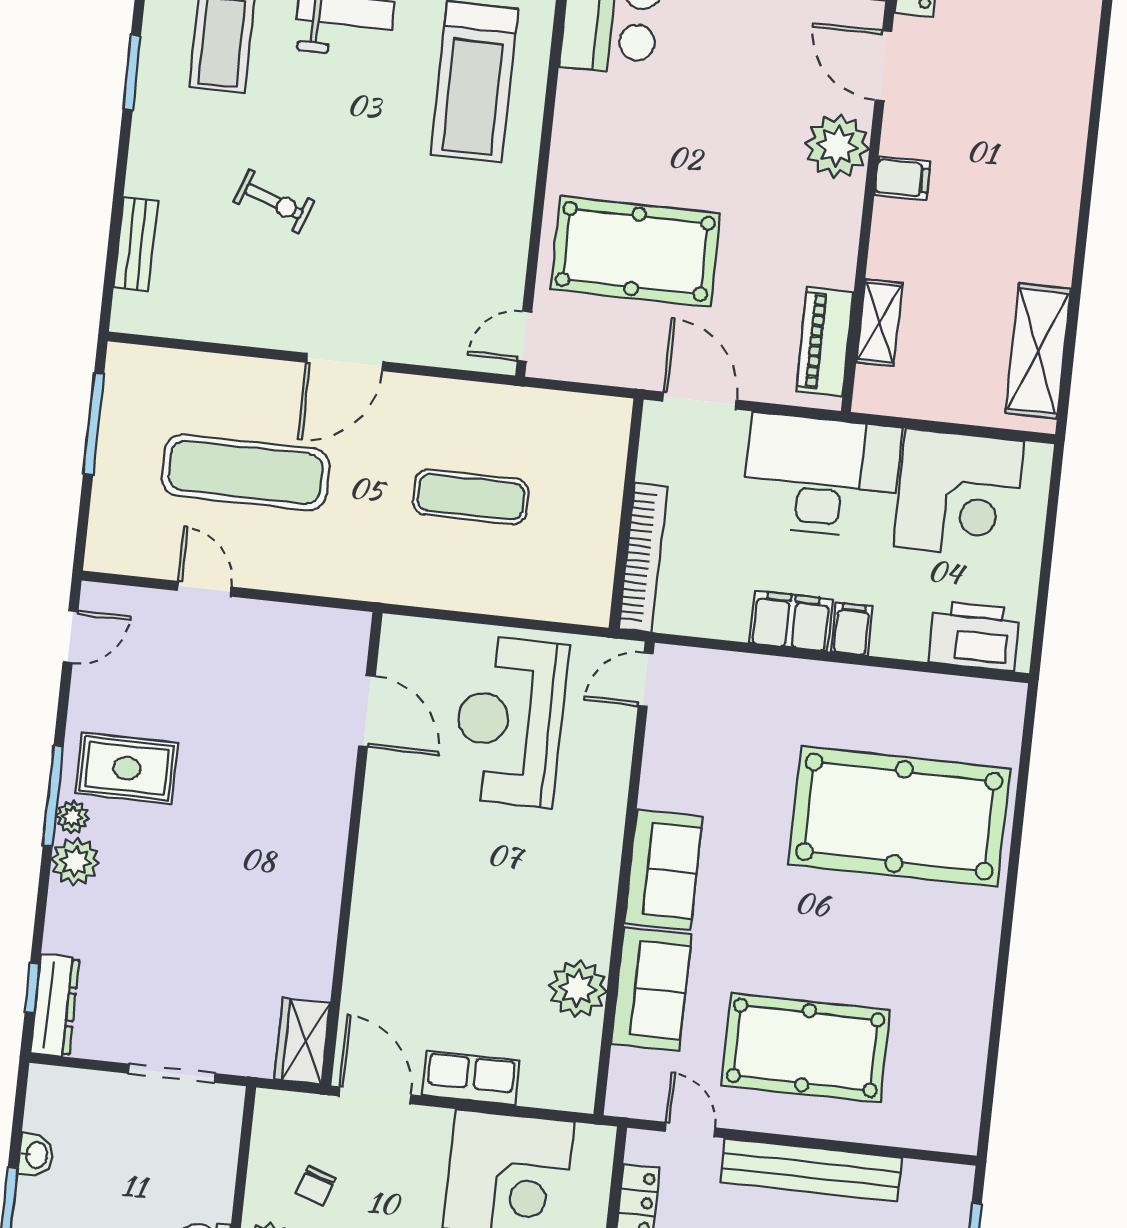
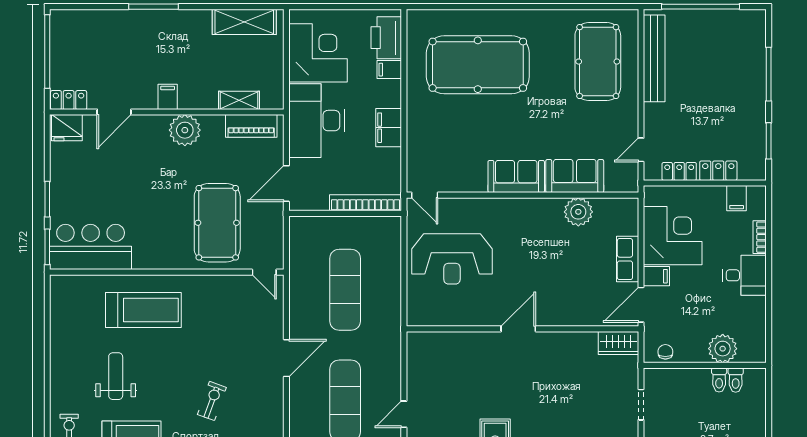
plant: (837, 146) -> (185, 130), moved
window: (1089, 170) -> (154, 7), added
door: (345, 362) -> (286, 358), hinge flipped
exercise mat: (471, 497) -> (345, 290), width x1.36, depth x1.45
filing cabinet: (852, 629) -> (389, 70), moved
door: (367, 712) -> (518, 329), moved
pool table: (899, 816) -> (478, 65), turned 90
pool table: (806, 1048) -> (598, 62), moved
doorway: (172, 1073) -> (641, 405), width x0.73
filing cabinet: (430, 1133) -> (656, 276), added
bench: (811, 1170) -> (654, 58), moved
chair: (316, 1186) -> (665, 352), moved, turned -109

